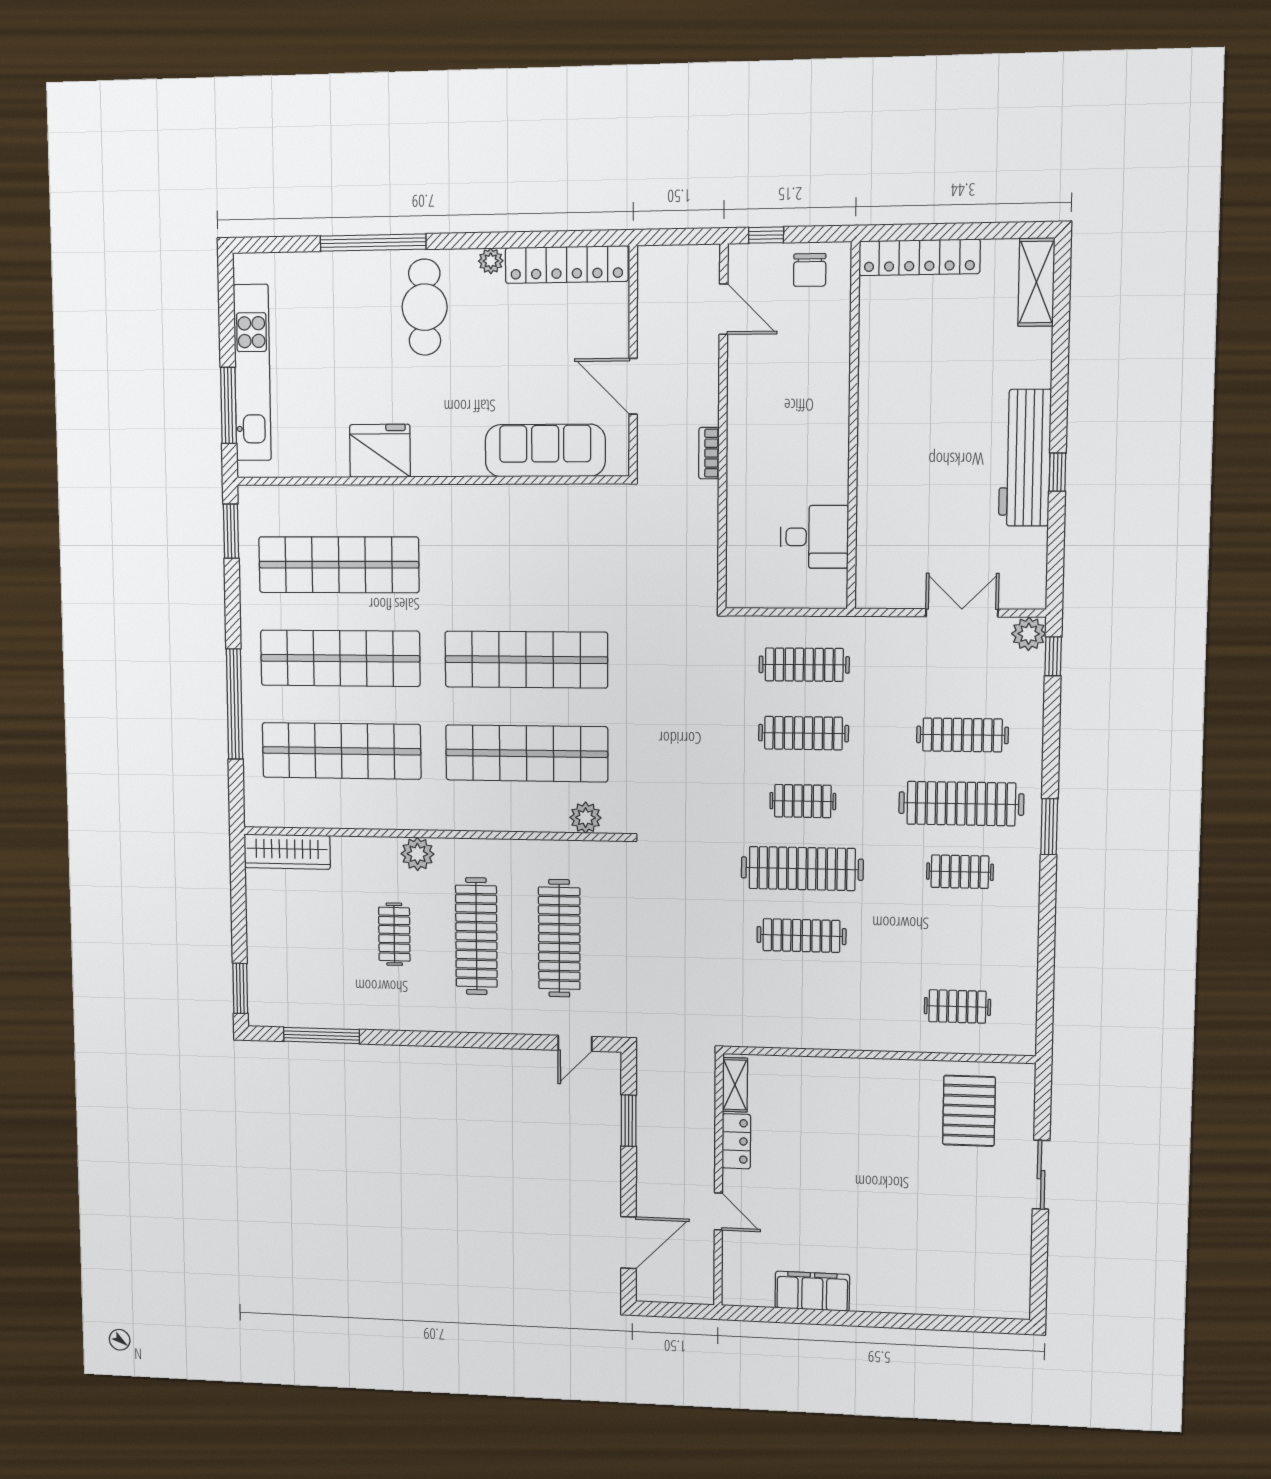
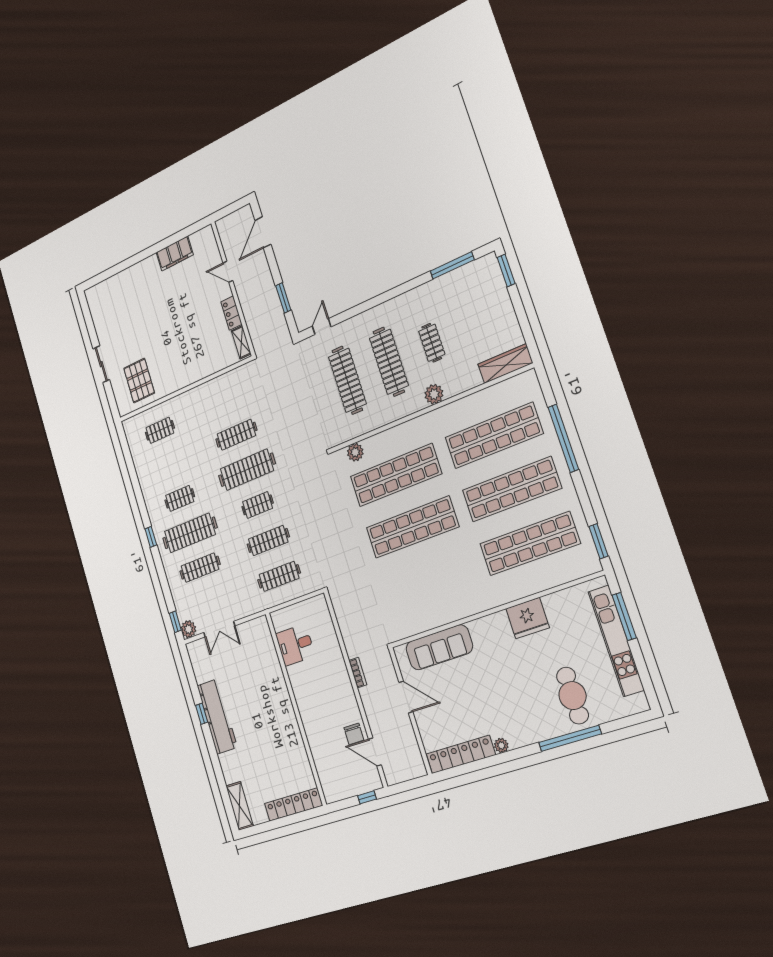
chair: (810, 270) -> (354, 734), moved, turned 180
cafe table: (425, 307) -> (572, 696), moved
window: (1049, 827) -> (151, 537), width x0.67

